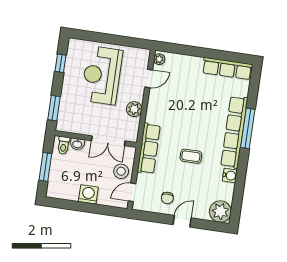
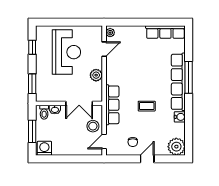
reception desk: (102, 75) -> (66, 52), turned 180
washing machine: (88, 194) -> (44, 148), moved

